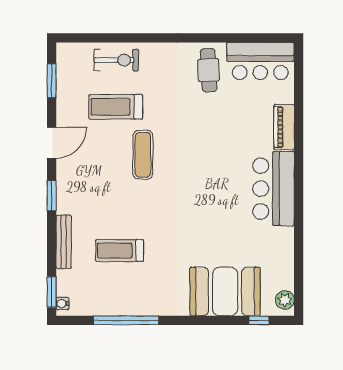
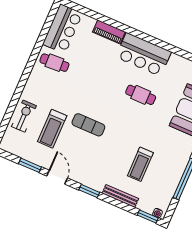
window: (52, 81) -> (30, 165), moved
cafe table: (216, 209) -> (141, 95), added

